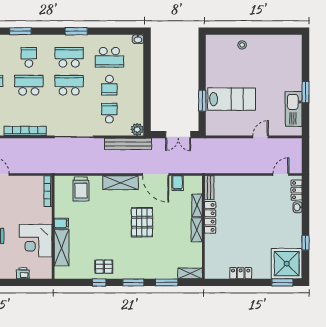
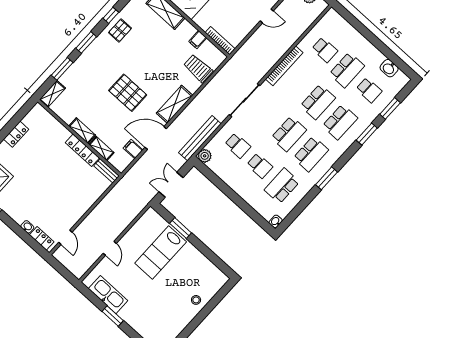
school desk: (29, 57) -> (340, 122), width x1.85
school desk: (109, 85) -> (260, 166), turned 180
filing cabinet: (61, 223) -> (198, 40), moved

